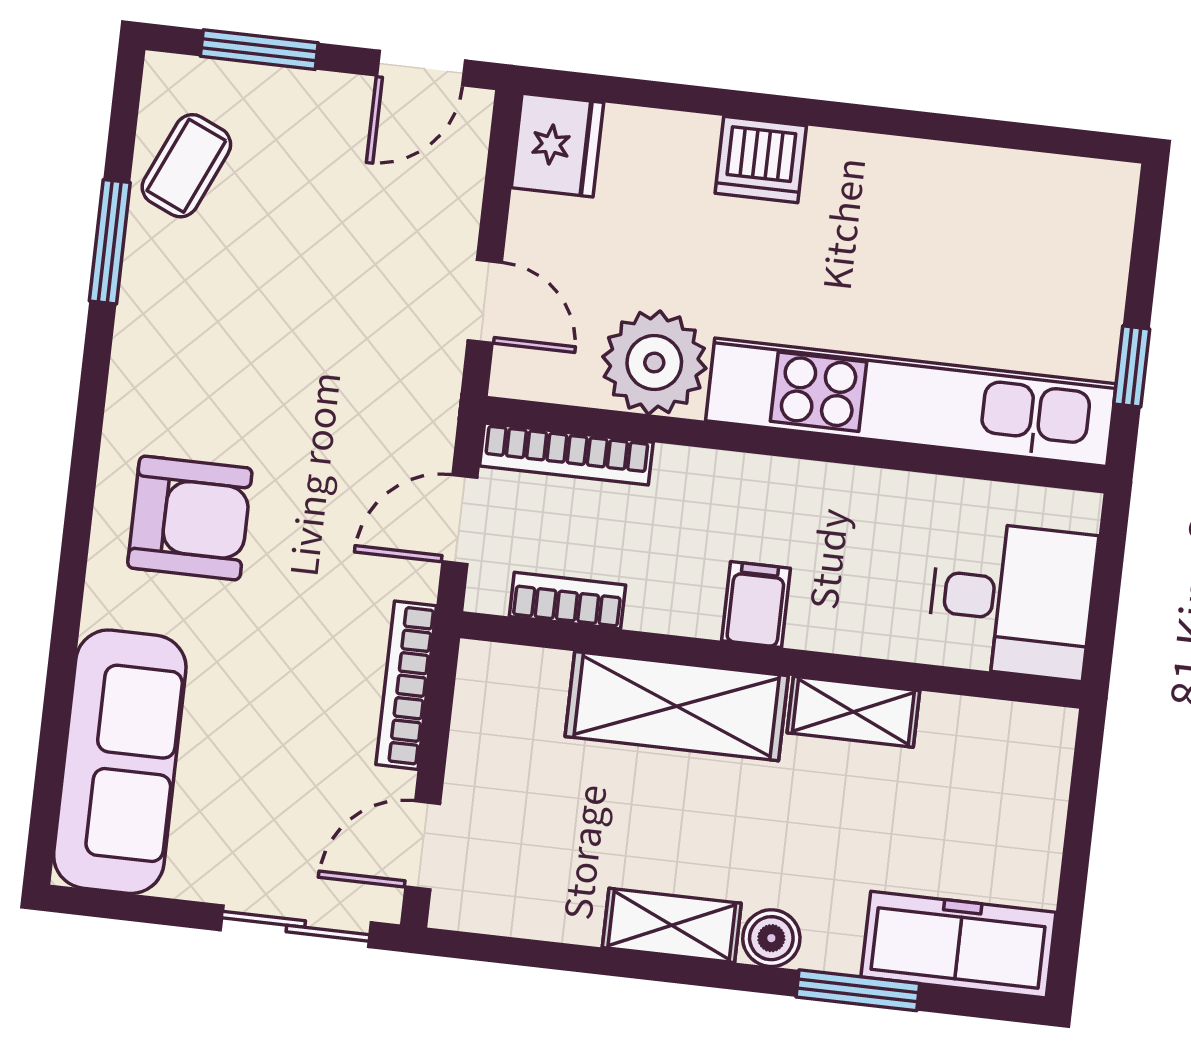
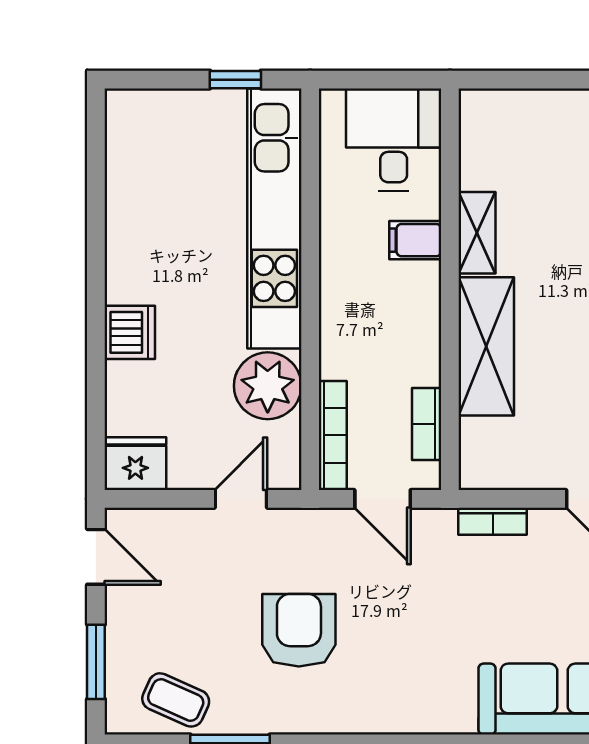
armchair: (190, 518) -> (299, 630), moved
filing cabinet: (756, 604) -> (415, 240), moved
bookcase: (406, 685) -> (493, 521), width x0.64

